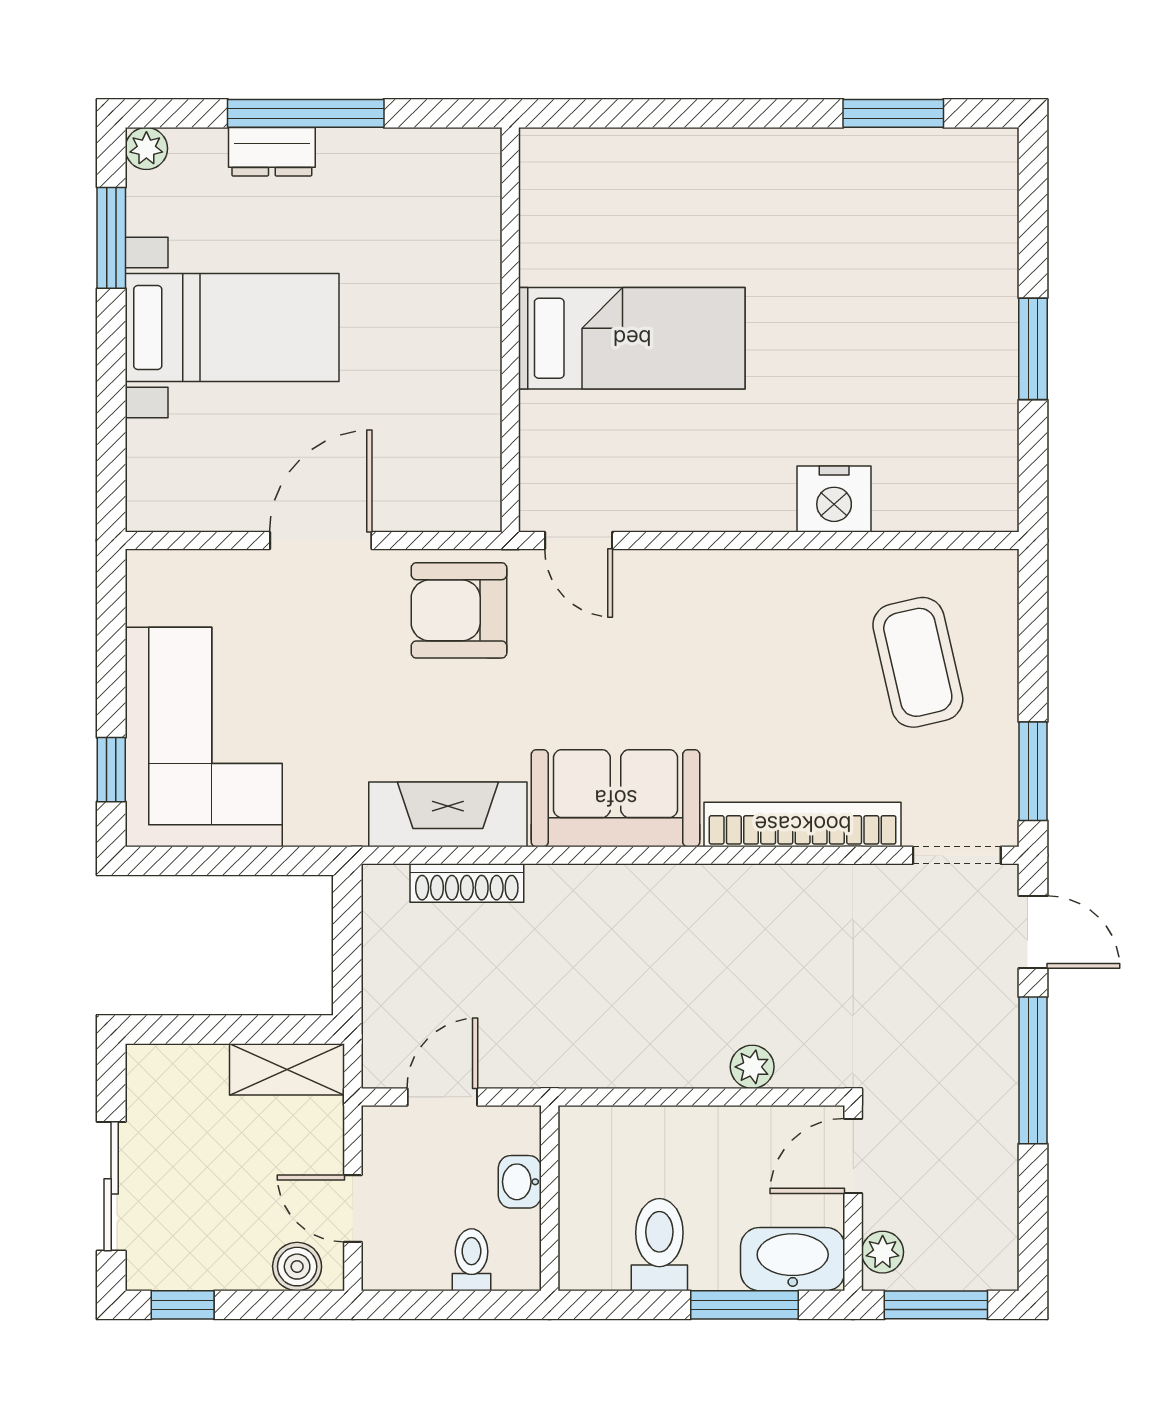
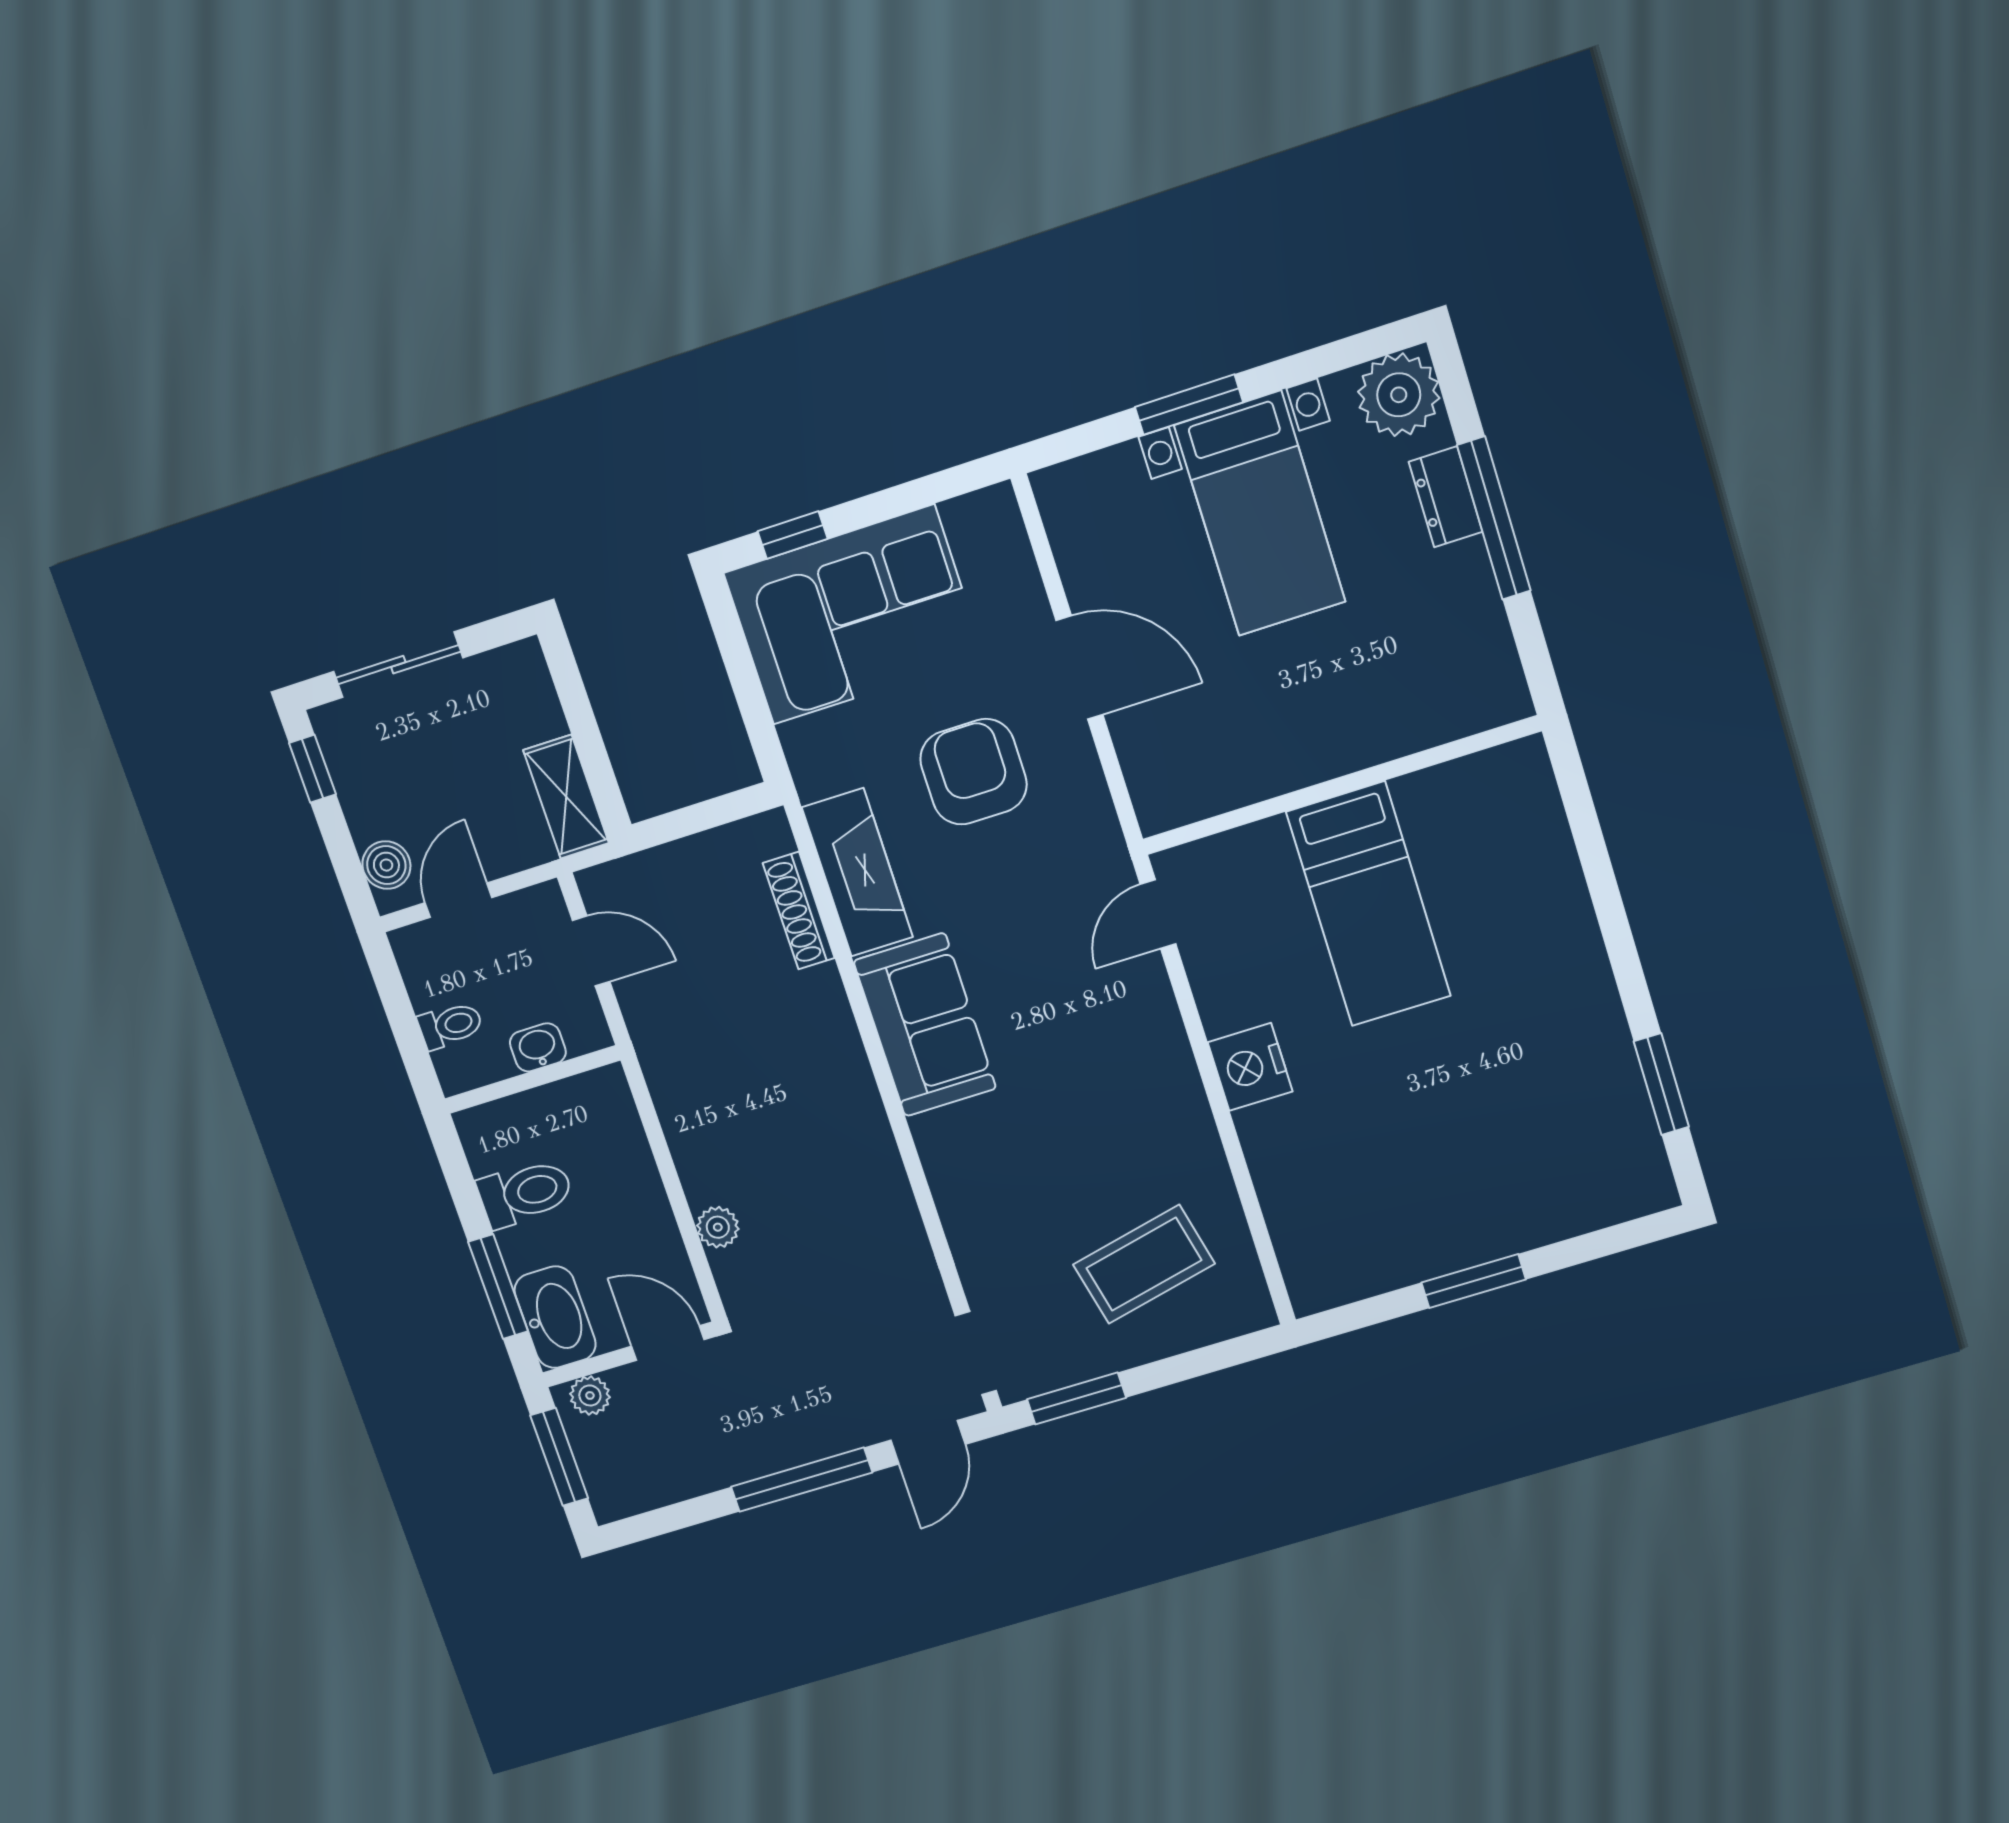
plant: (146, 148) -> (1399, 395), width x1.88, depth x1.88
window: (111, 238) -> (1189, 405), moved
nightstand: (834, 499) -> (1250, 1067), moved
armchair: (459, 610) -> (974, 772), moved
bookcase: (803, 824) -> (958, 1205), removed

